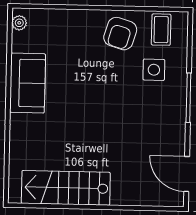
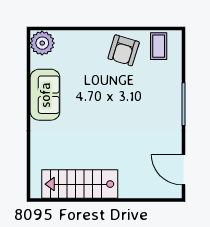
plant: (19, 23) -> (42, 43), width x1.88, depth x1.88
side table: (154, 70) -> (153, 81), removed

